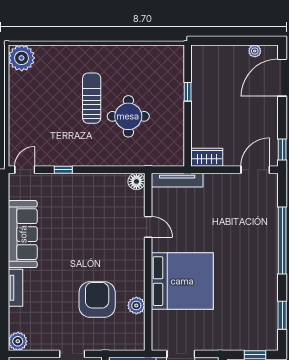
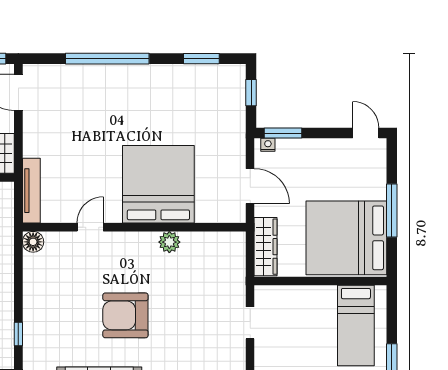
armchair: (97, 300) -> (125, 315), moved
plant: (136, 305) -> (169, 242), moved

